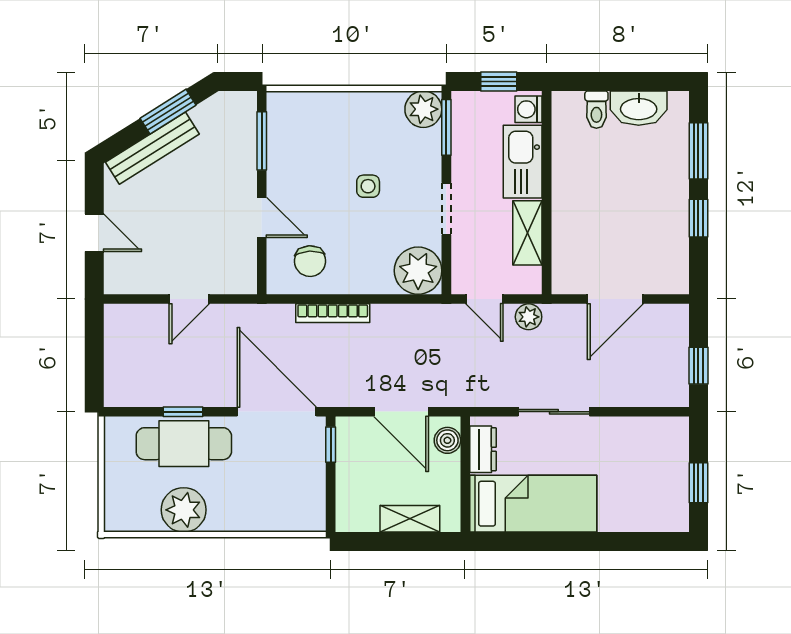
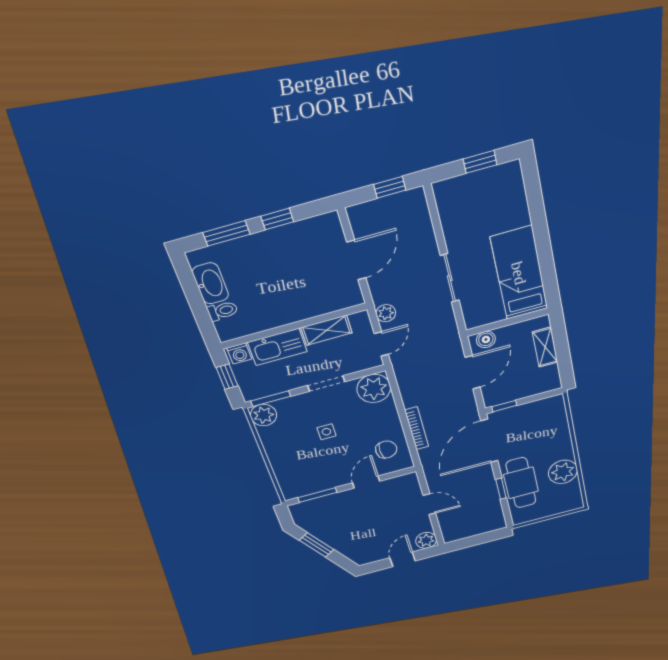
bench: (152, 148) -> (342, 546), removed
plant: (120, 278) -> (426, 540), added
door: (615, 299) -> (356, 260), hinge flipped
dresser: (483, 449) -> (487, 316), removed

